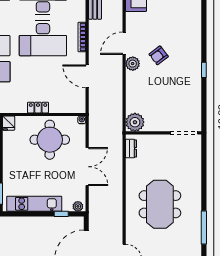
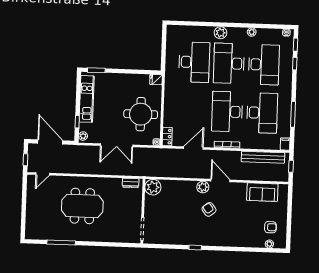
locker: (38, 108) -> (167, 137), moved

